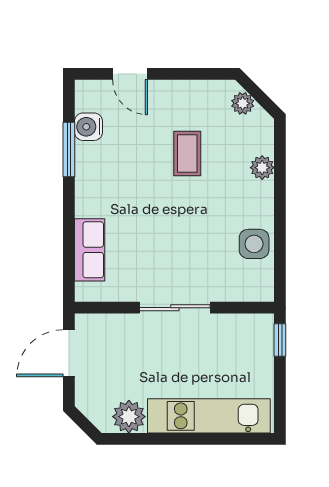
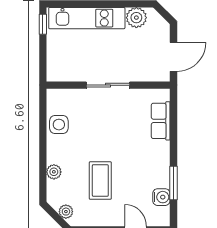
coffee table: (187, 154) -> (100, 180), width x1.36, depth x1.30
window: (280, 340) -> (43, 24), moved

